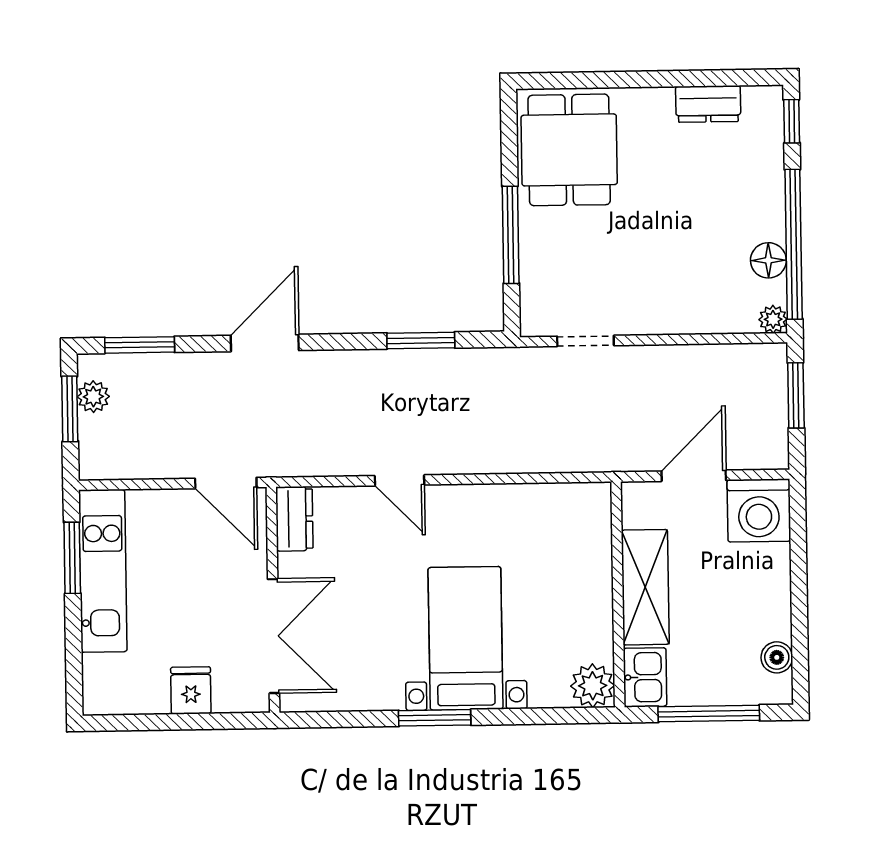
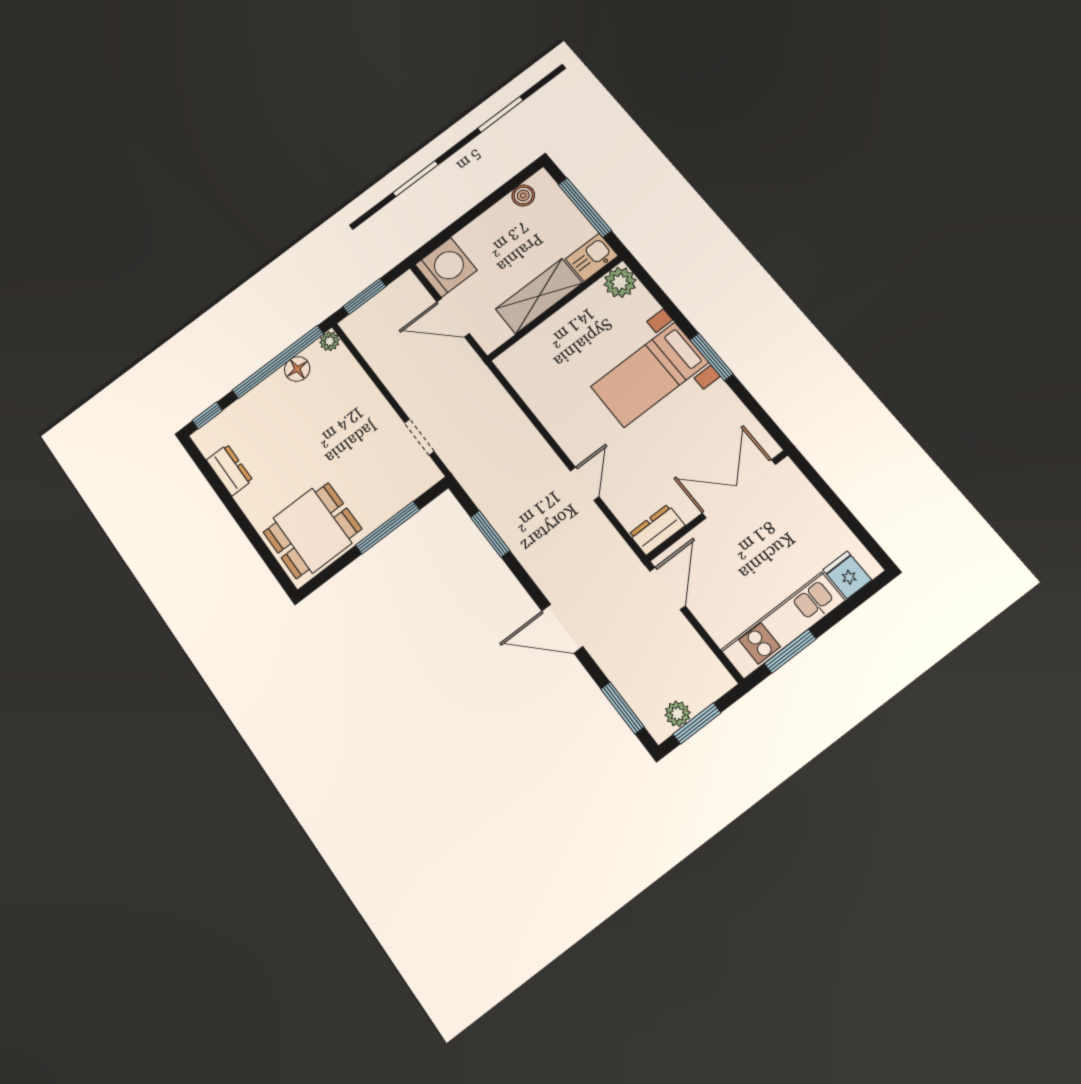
fridge: (191, 690) -> (847, 575), moved, turned 90

